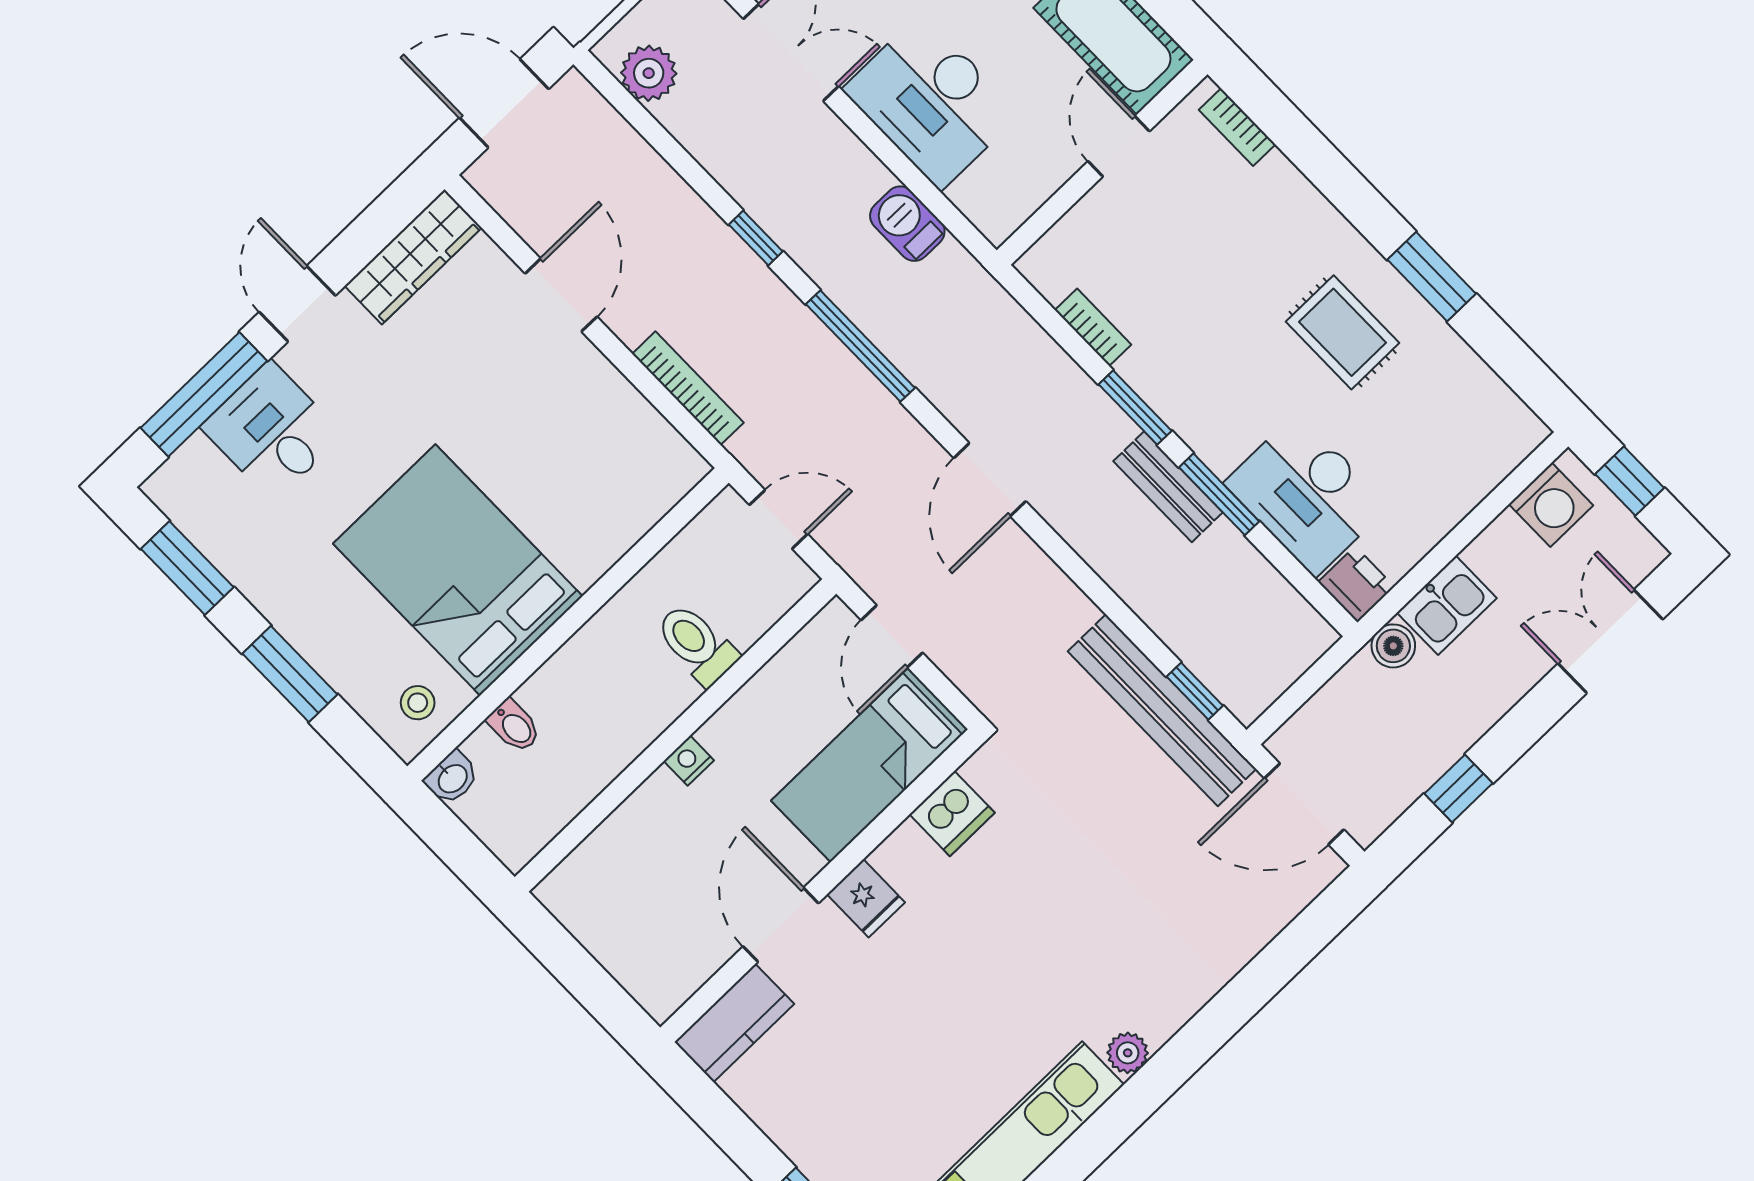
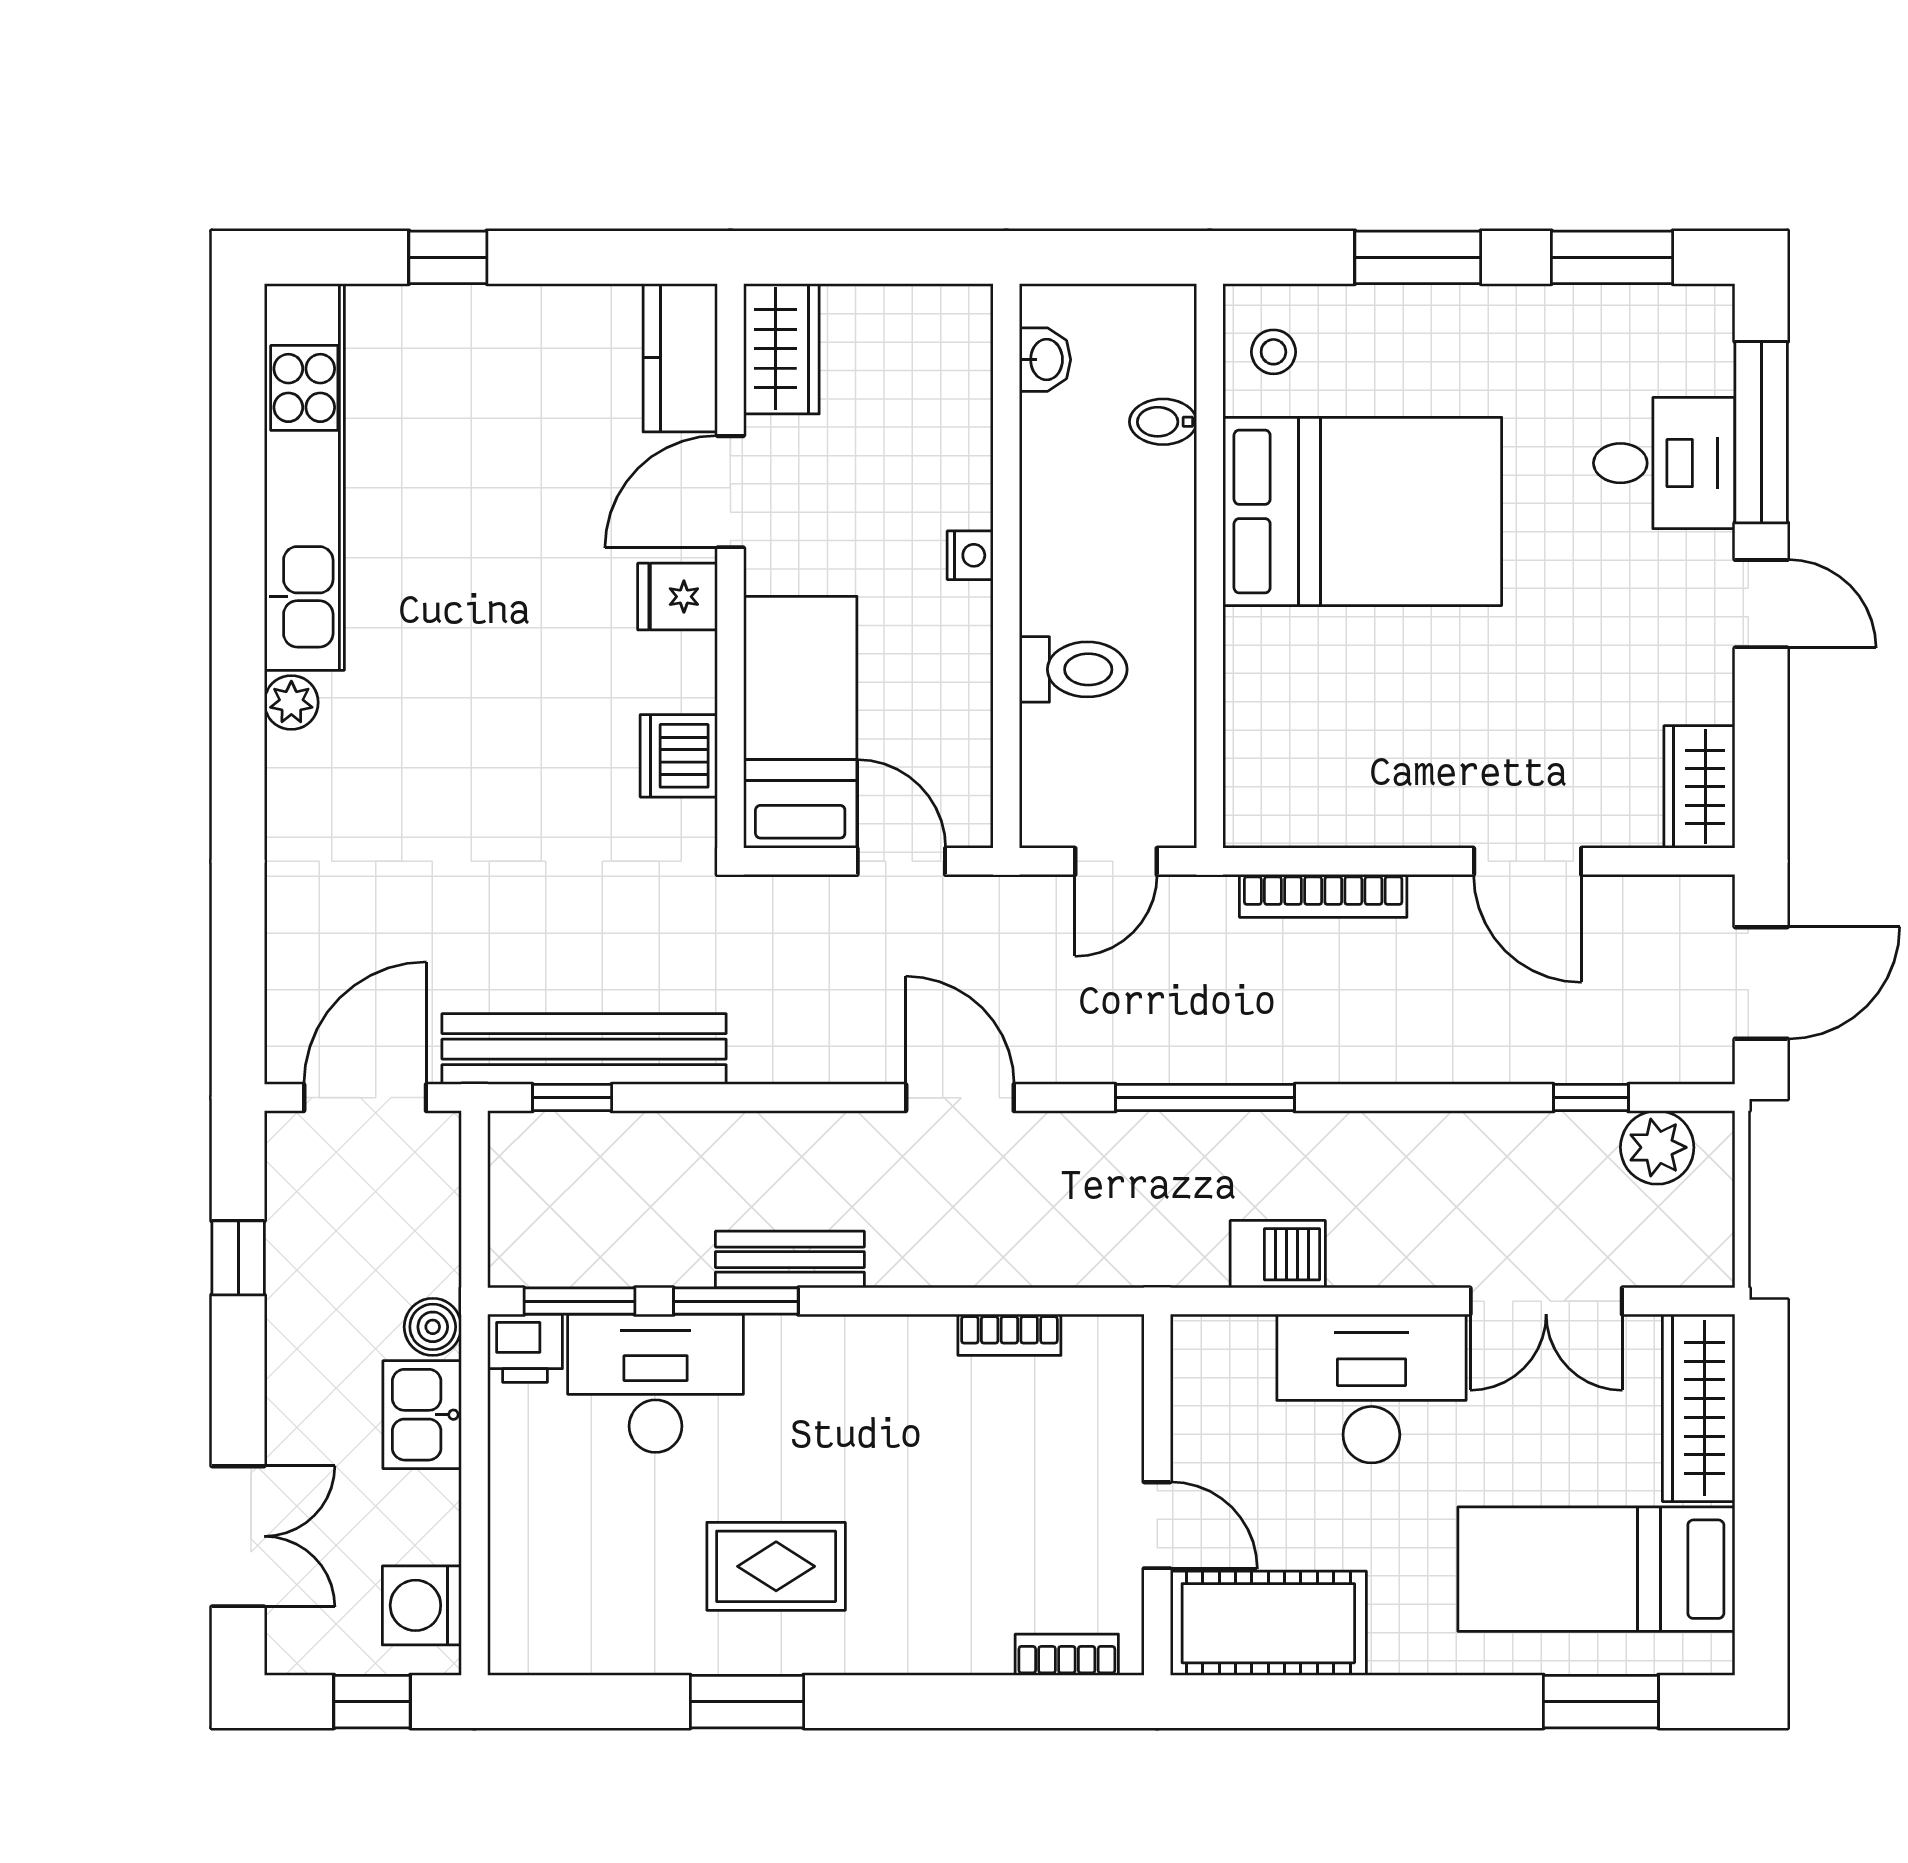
window: (756, 238) -> (1591, 1098), moved
wardrobe: (413, 257) -> (1699, 787), width x0.67
window: (1135, 408) -> (579, 1301), moved
washbasin: (452, 778) -> (1045, 360), moved, turned 180
door: (781, 925) -> (730, 492), swing flipped
wardrobe: (676, 973) -> (781, 349), added

